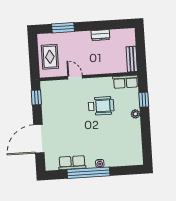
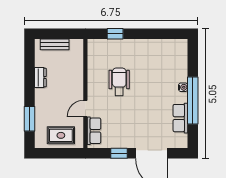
bench: (132, 59) -> (55, 44), moved
row of seats: (125, 82) -> (94, 131), moved
window: (36, 97) -> (119, 153), moved
plant: (135, 114) -> (130, 44), removed

